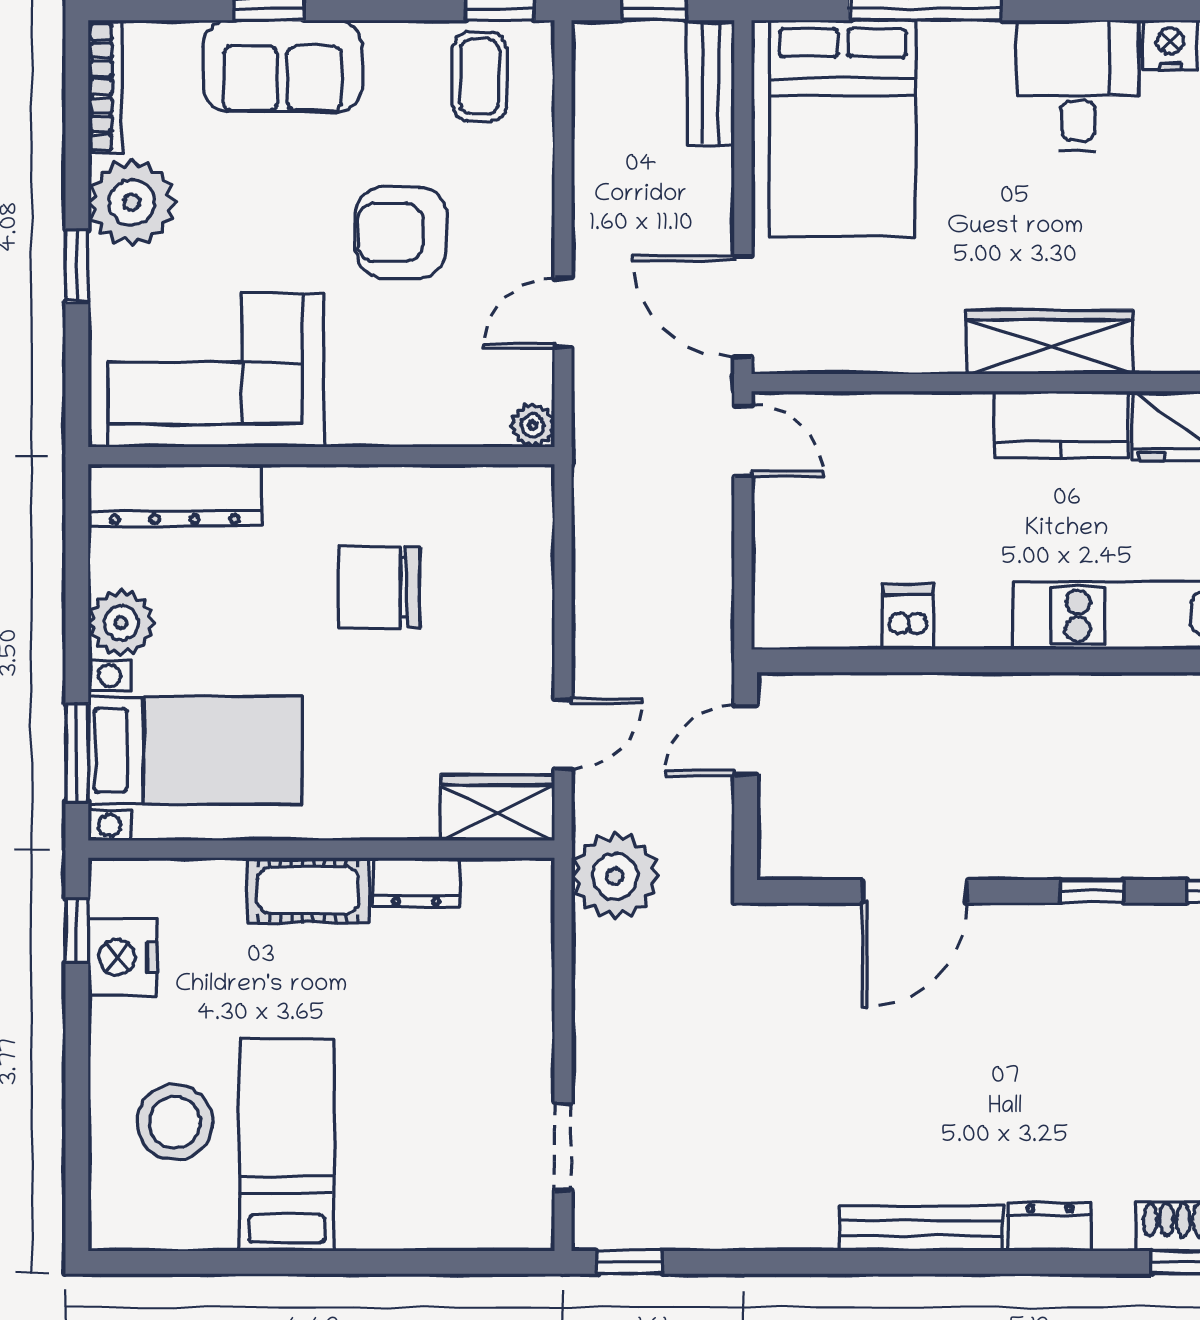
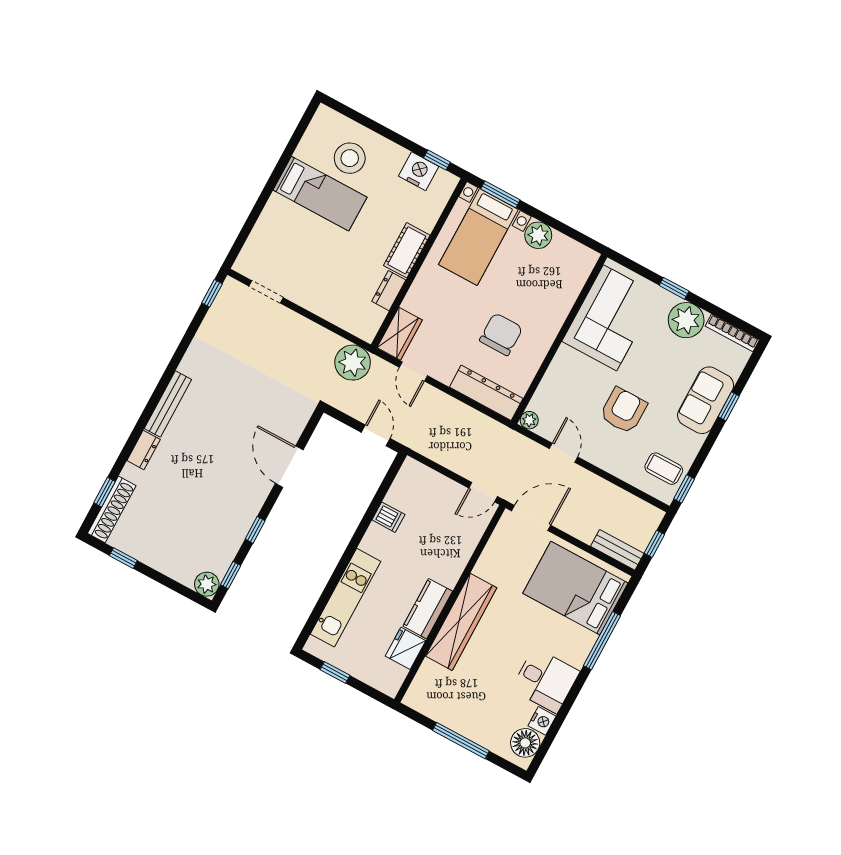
wardrobe: (1050, 342) -> (461, 622), width x1.40, depth x1.17
dresser: (175, 495) -> (486, 393), moved, turned 90

